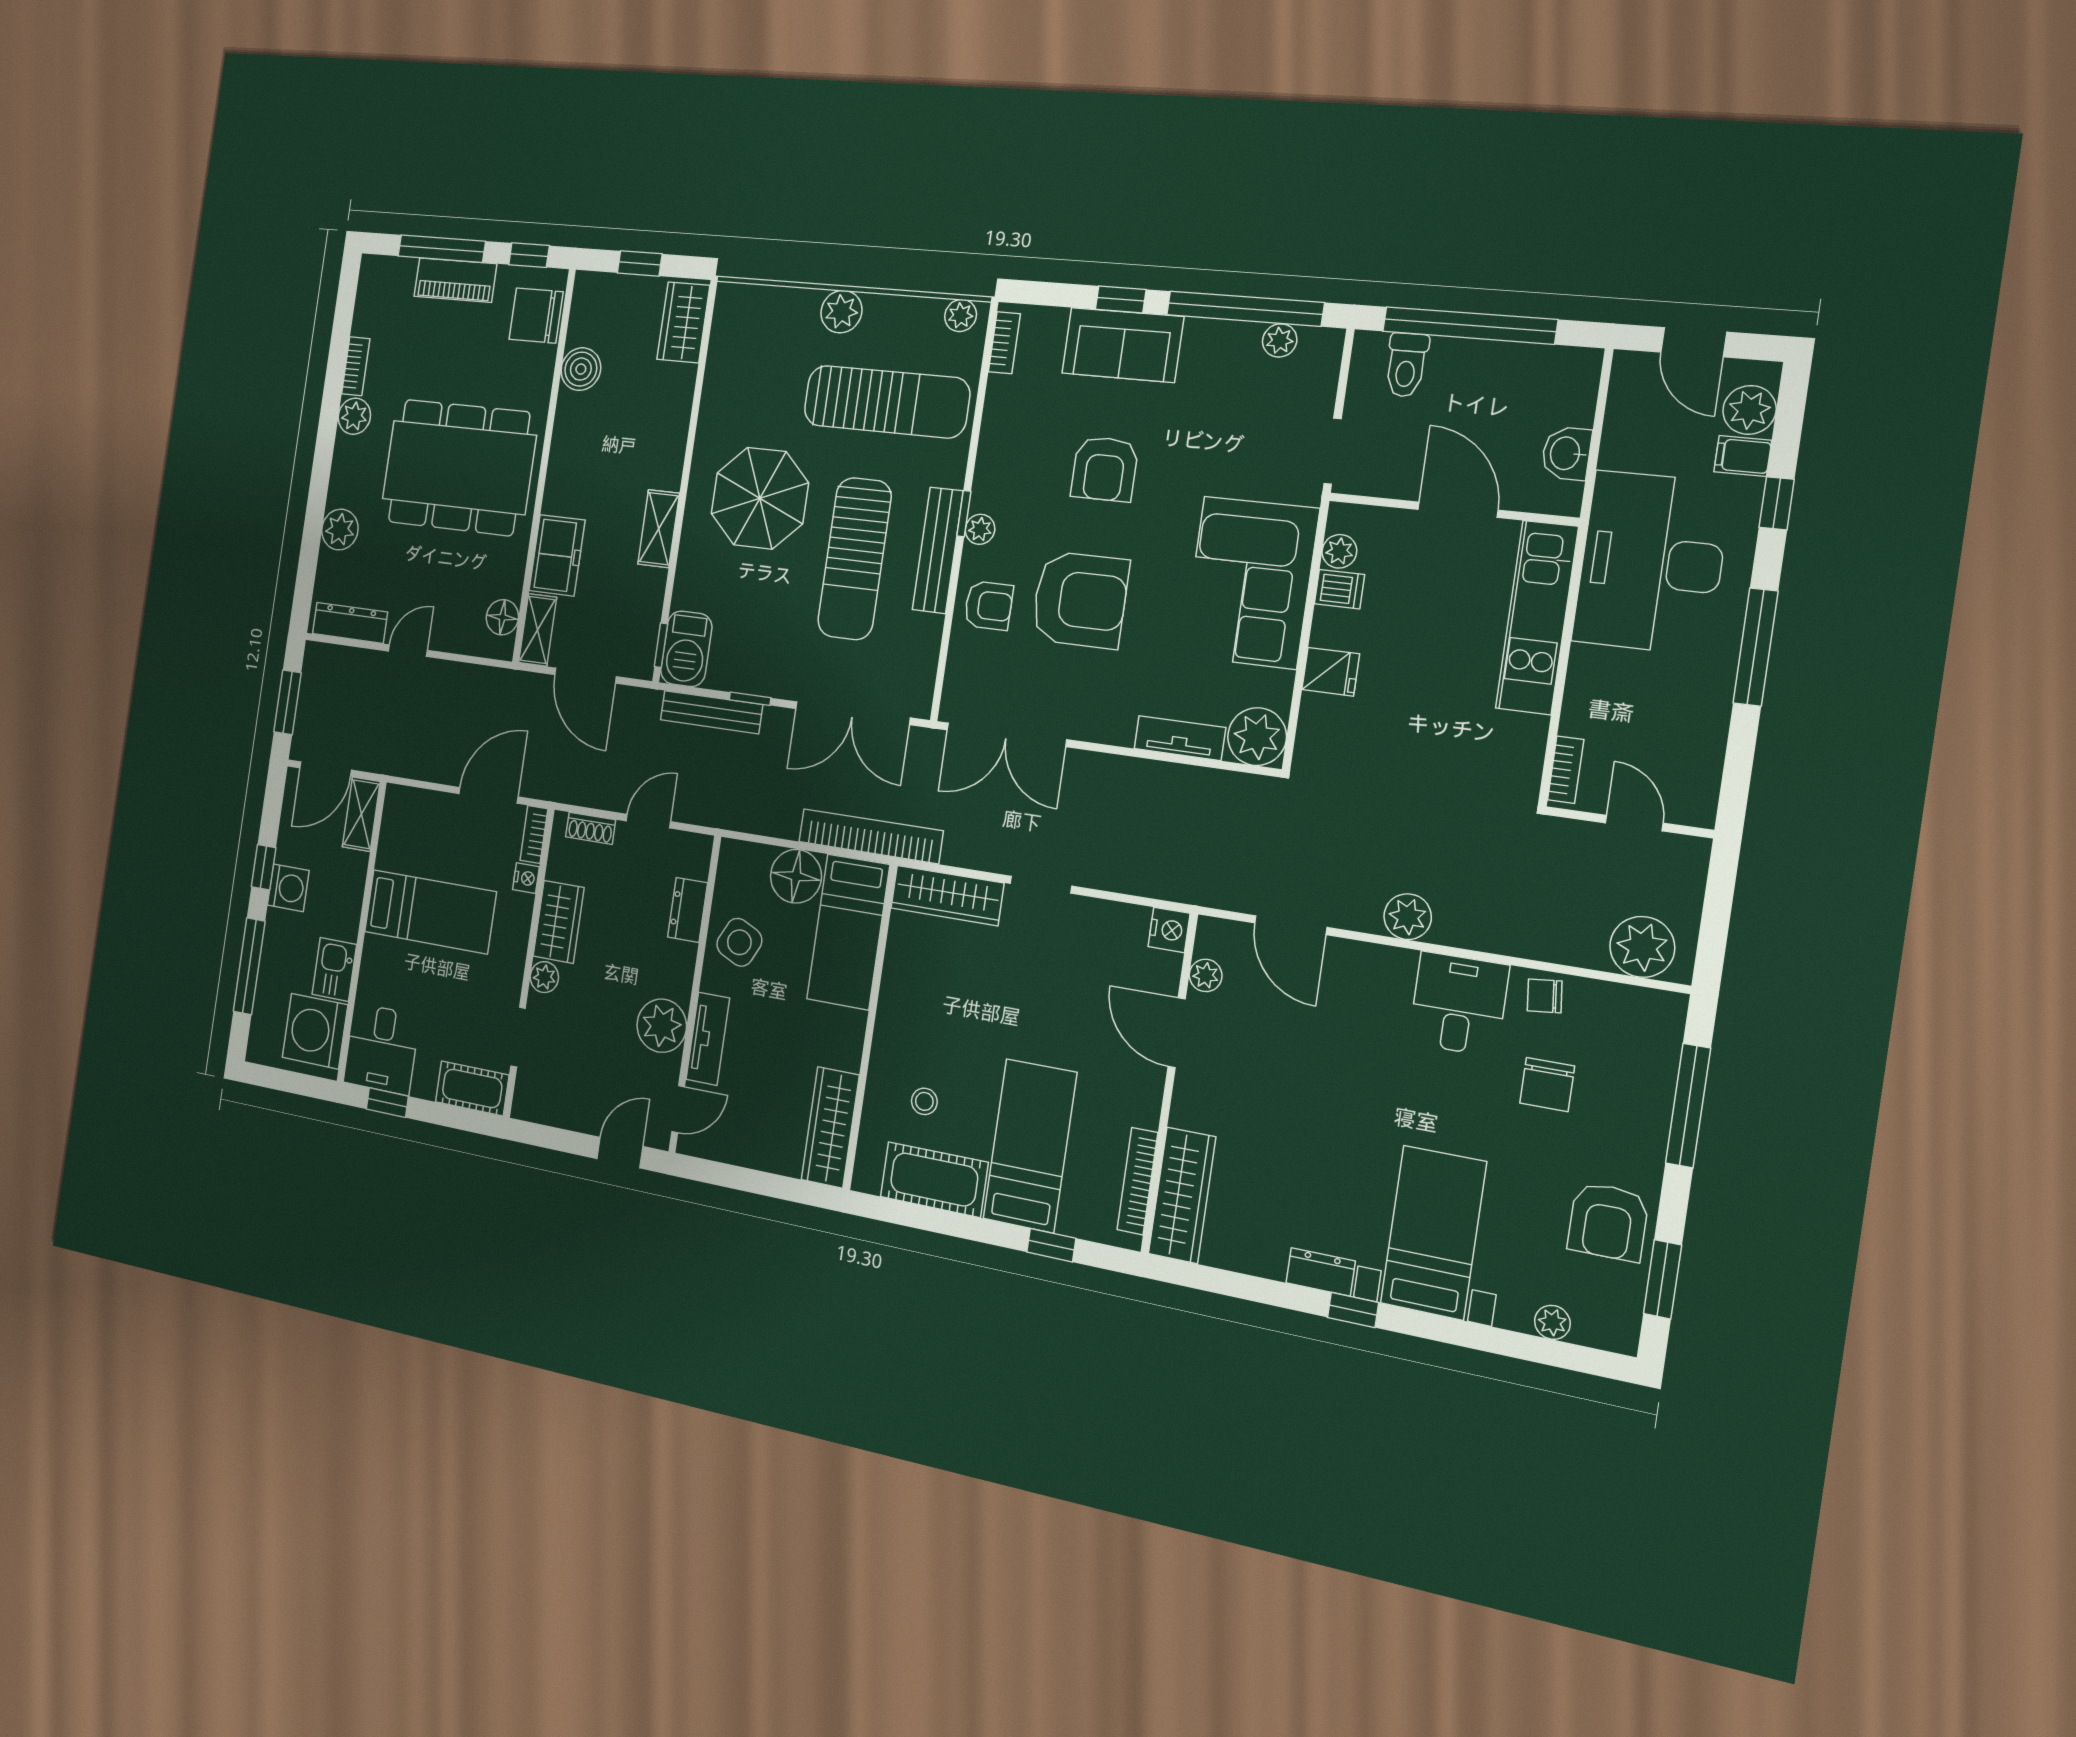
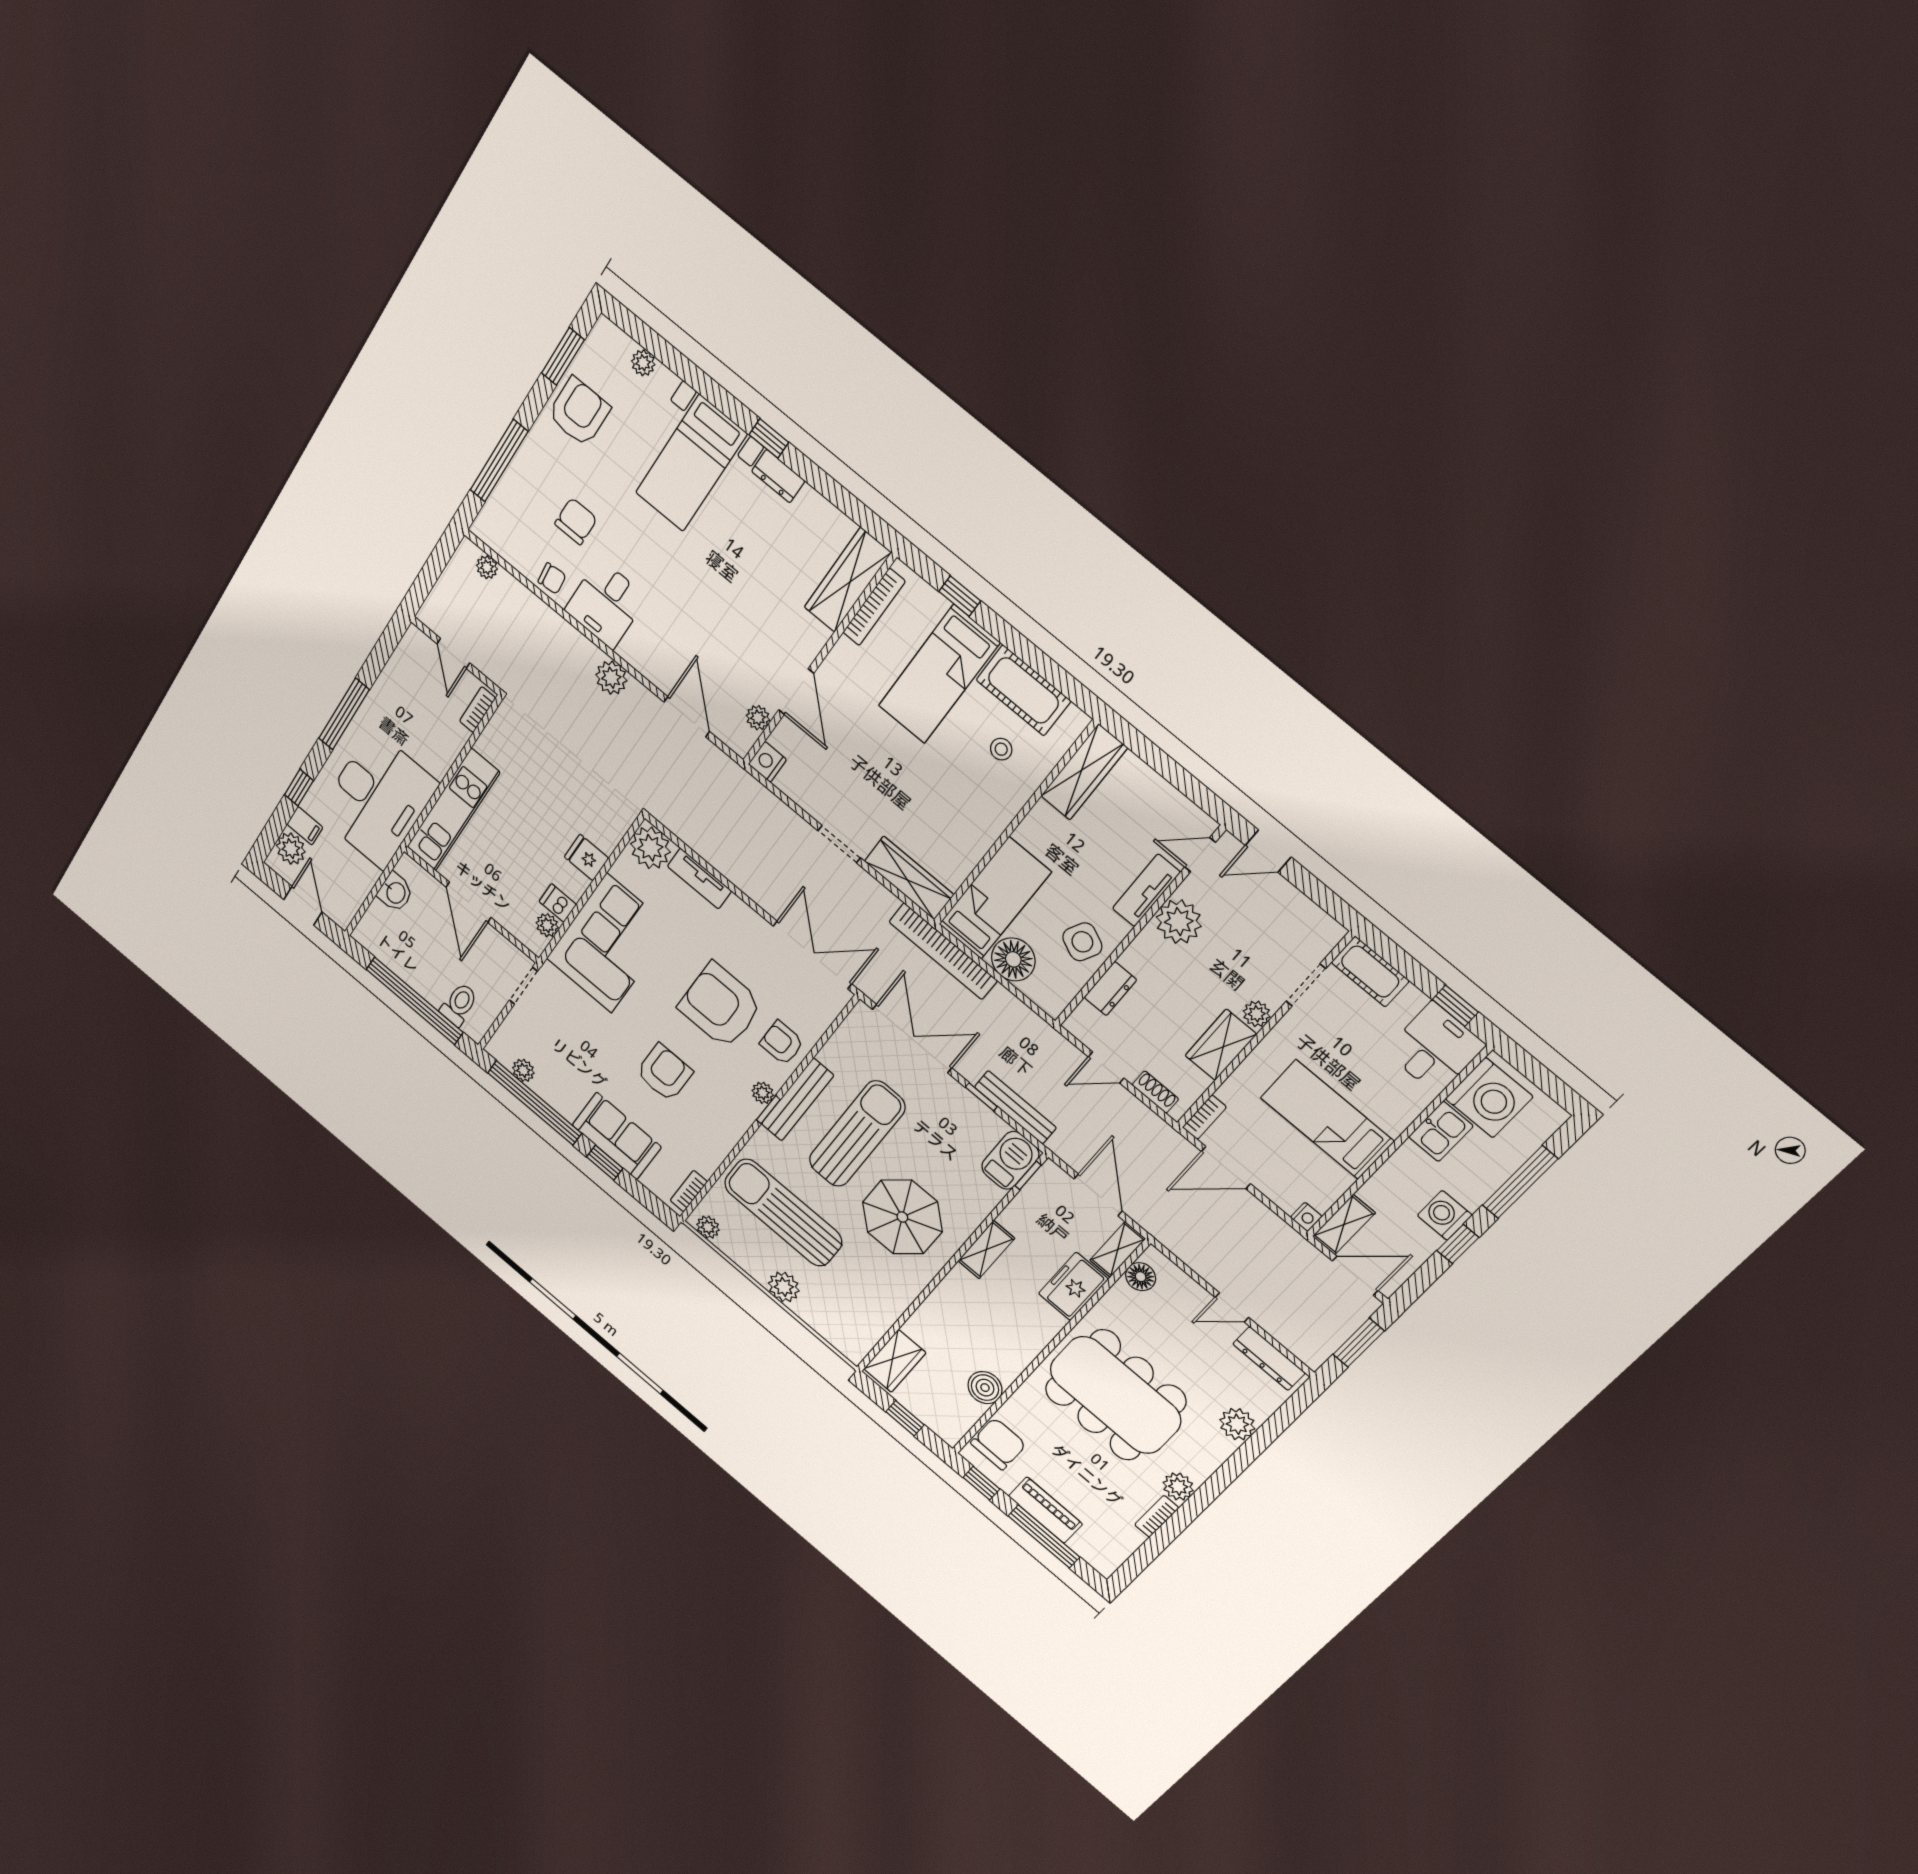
chair: (536, 316) -> (998, 1444), turned -90
nightstand: (526, 878) -> (1306, 1217), moved, turned 180
plant: (1642, 947) -> (487, 567), width x0.53, depth x0.53

